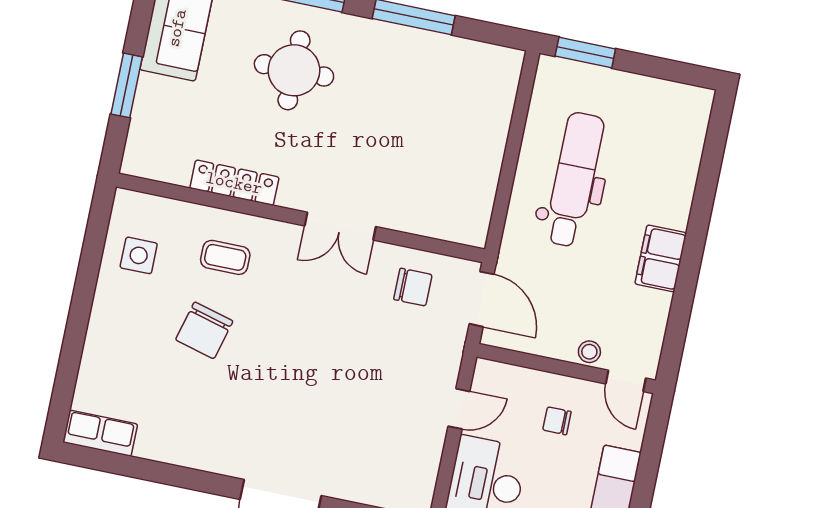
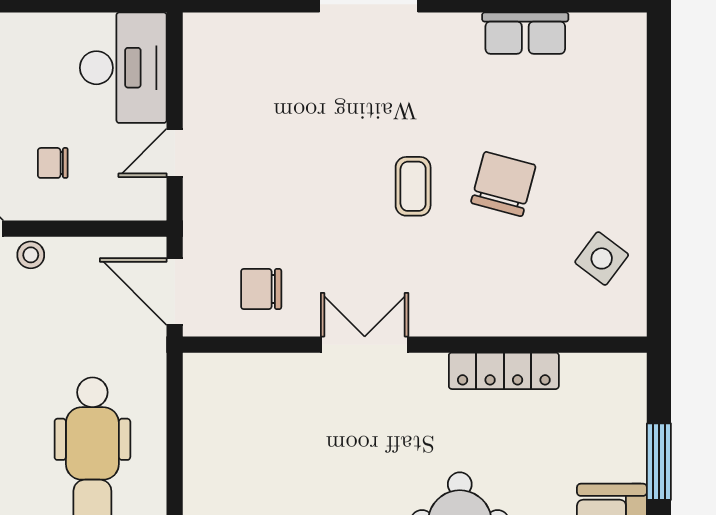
side table: (139, 255) -> (602, 258), turned 37
coffee table: (225, 257) -> (413, 186), moved, turned 90
chair: (557, 421) -> (53, 163), turned 180
row of seats: (100, 433) -> (525, 33), moved

